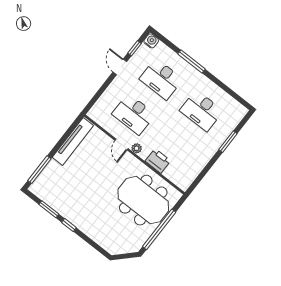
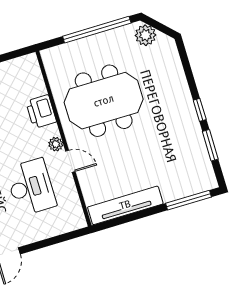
door: (122, 144) -> (70, 161), hinge flipped
meeting table: (143, 200) -> (104, 101), moved, turned 90
plant: (129, 246) -> (146, 35), added

